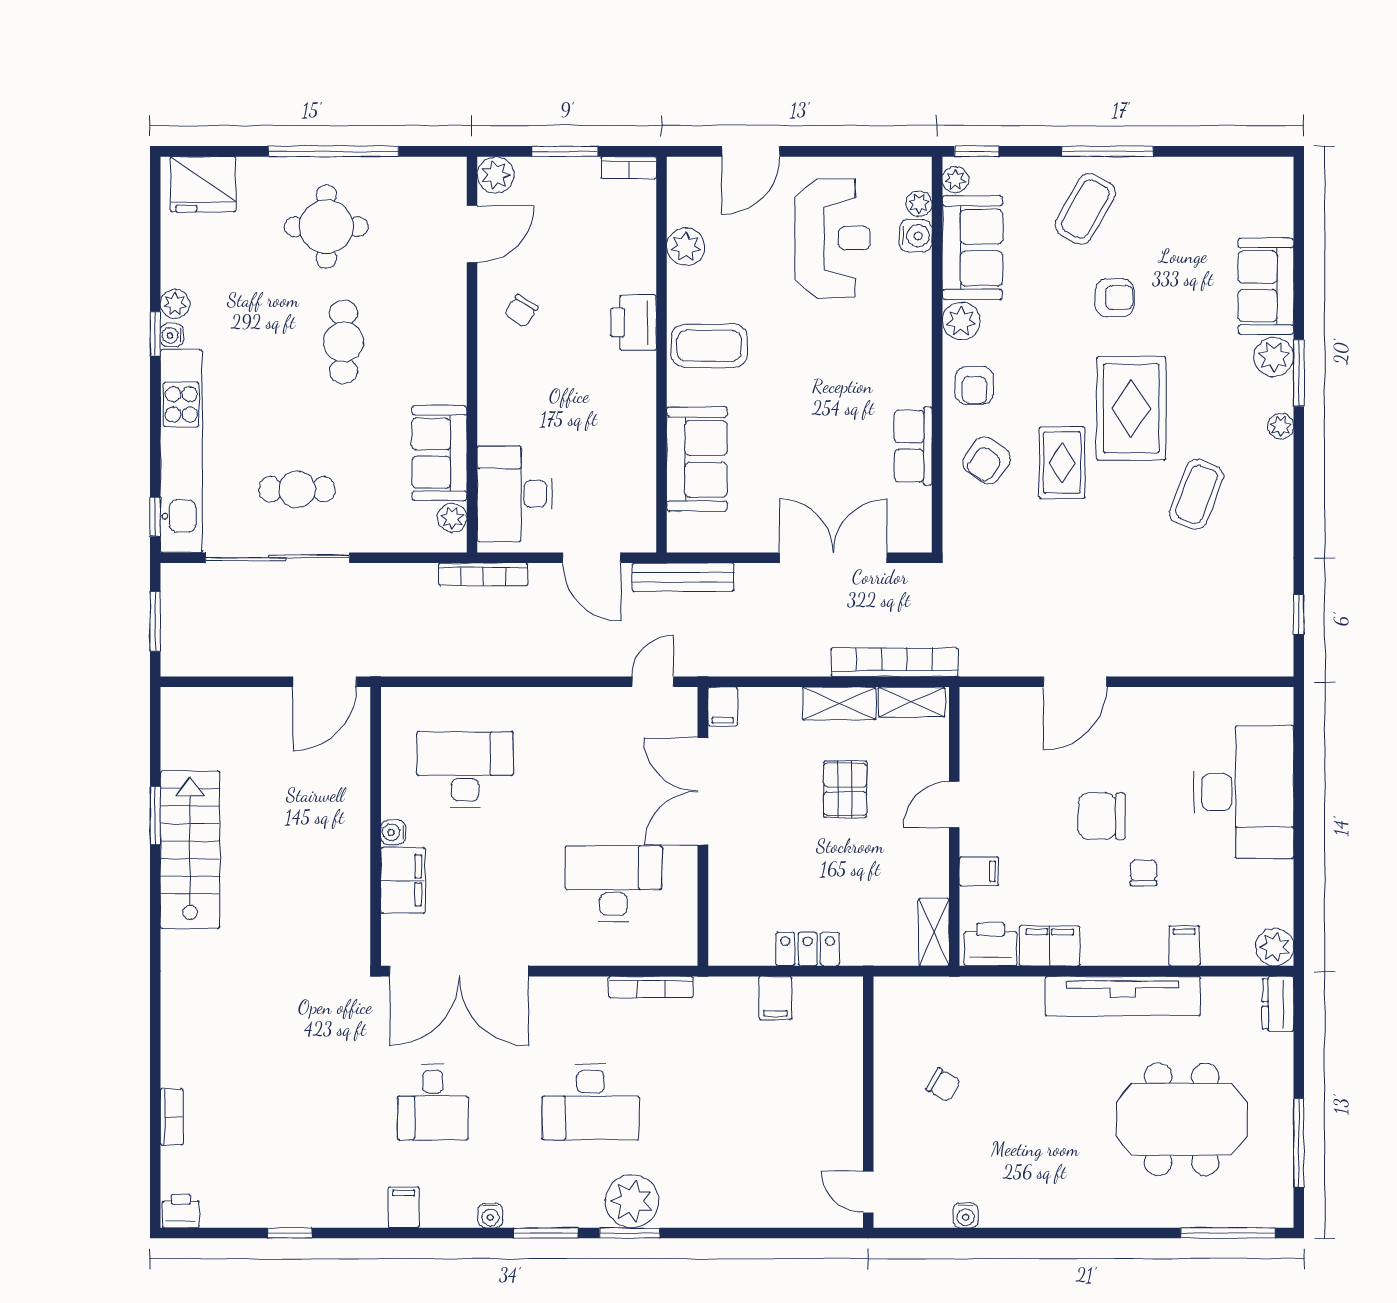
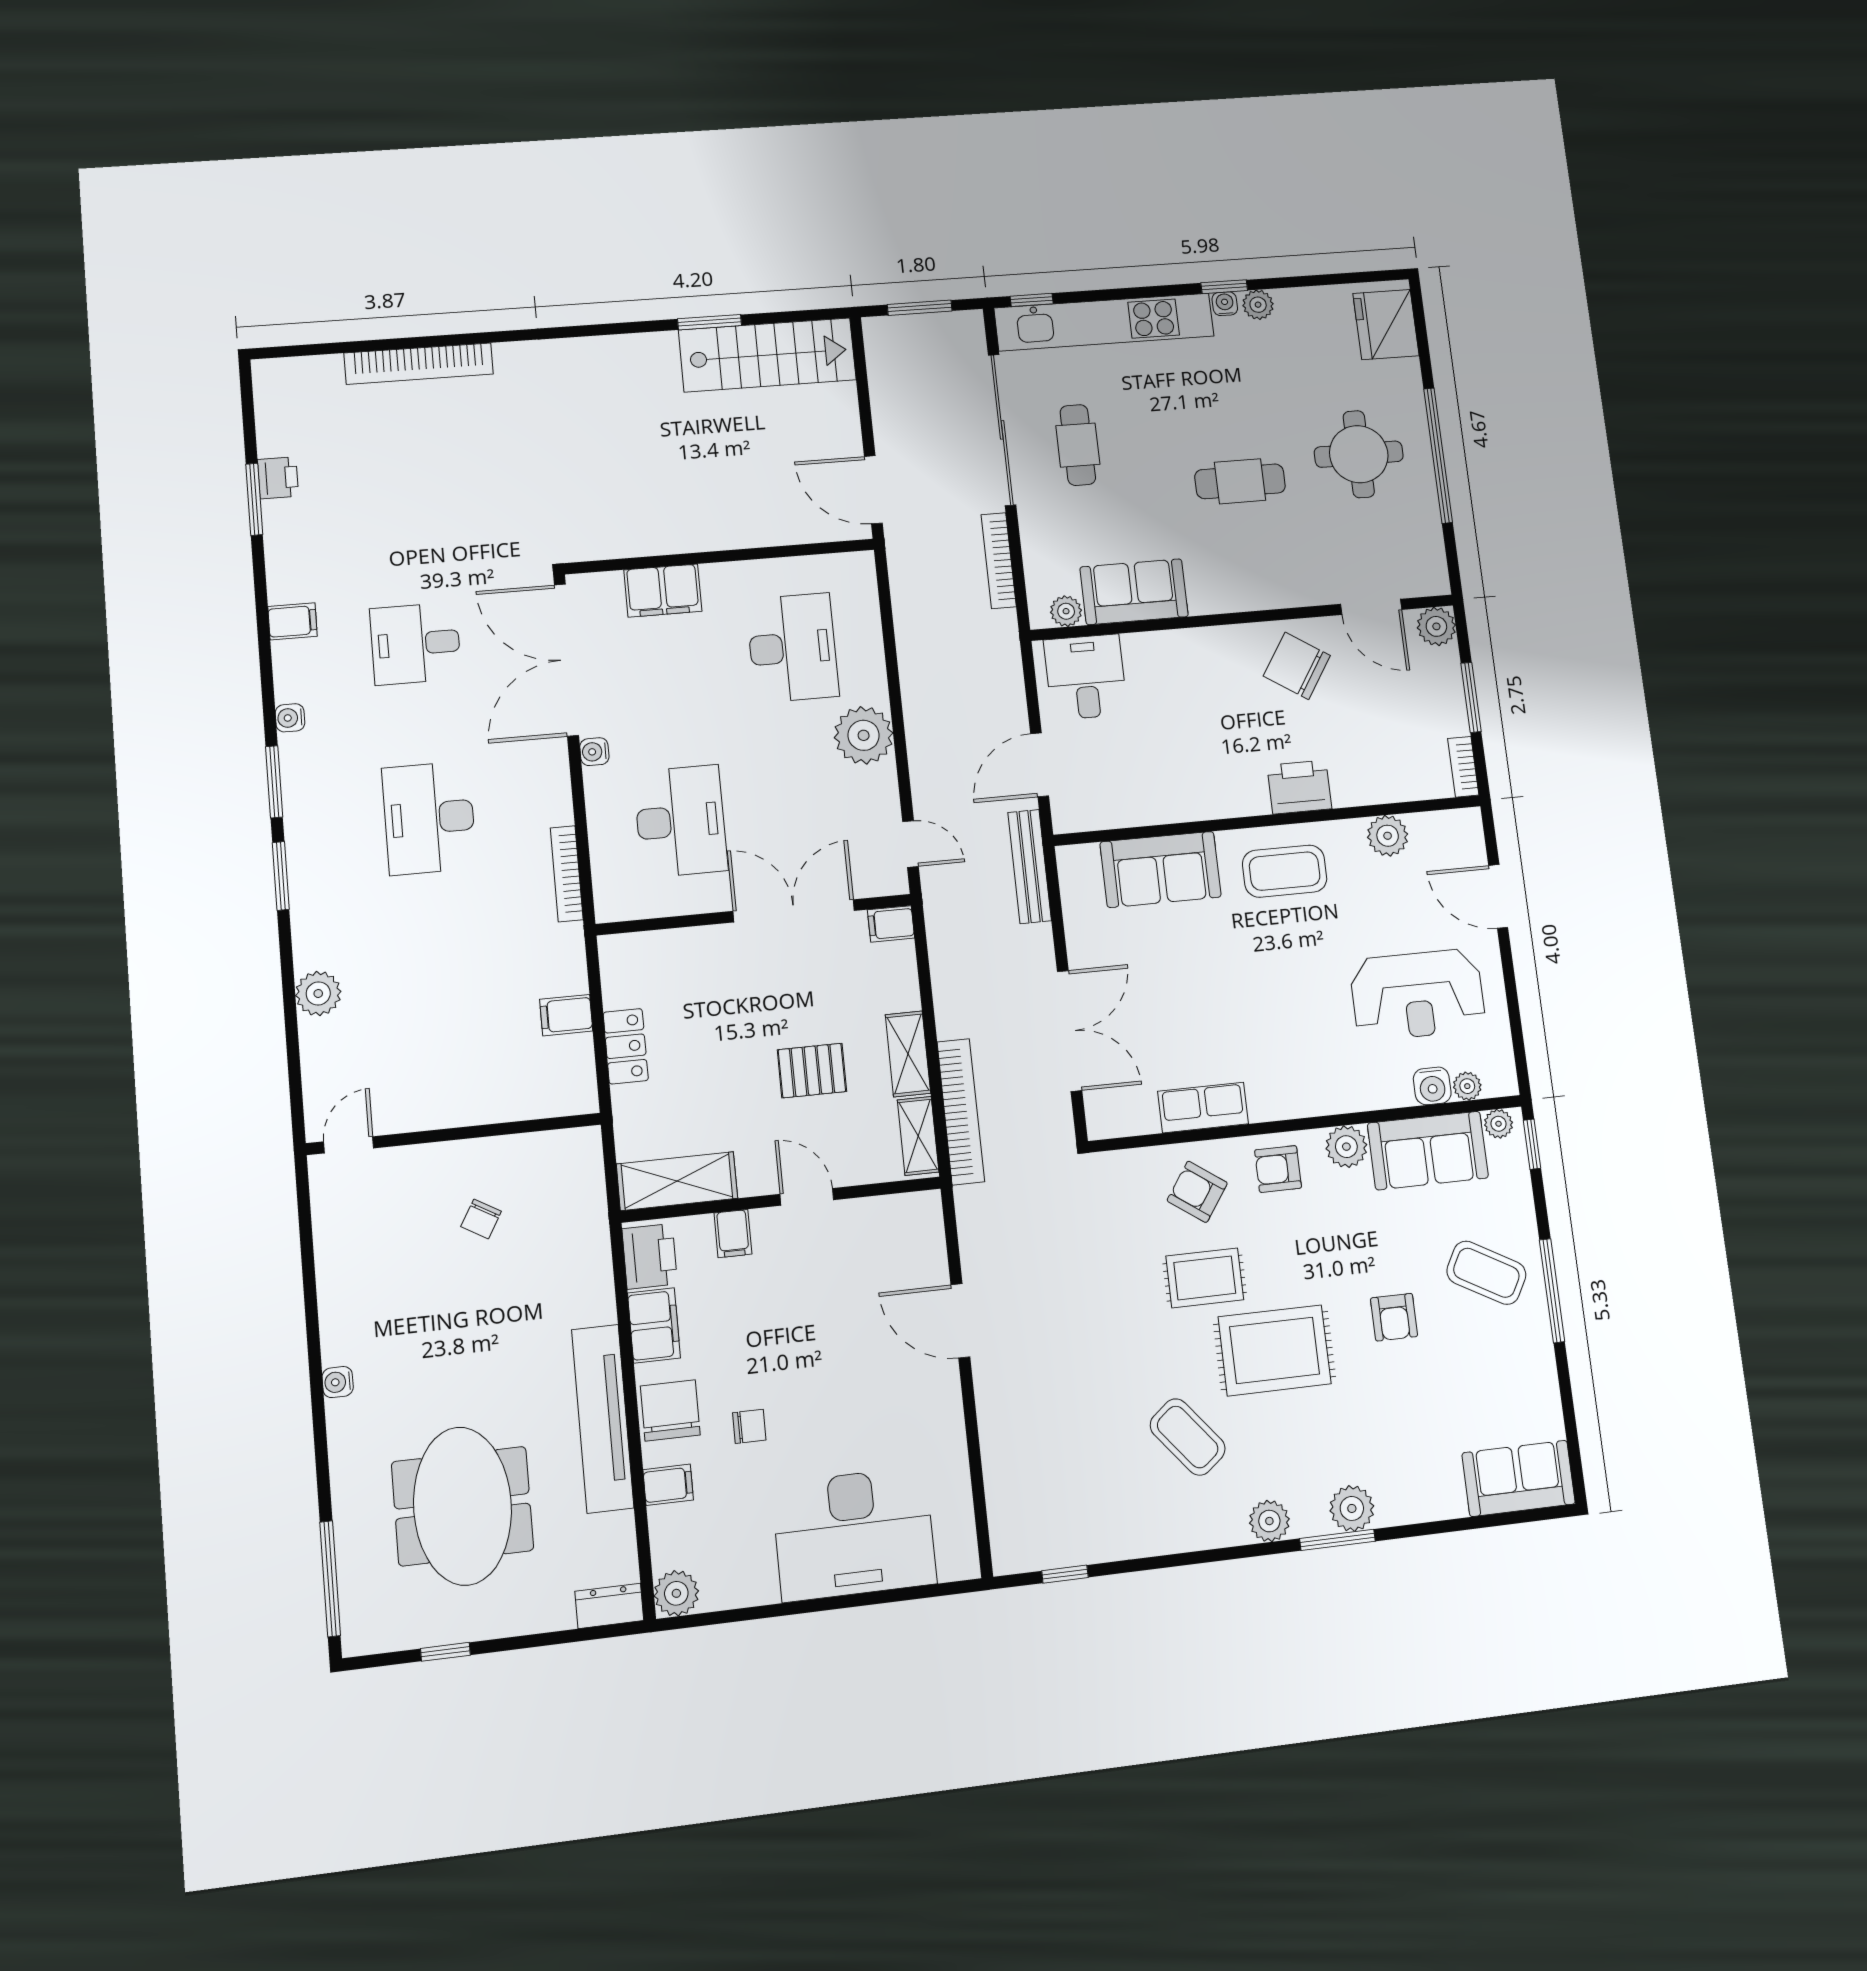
sofa: (1266, 286) -> (1519, 1478), moved
chair: (521, 311) -> (1297, 666), width x1.87, depth x1.87
coffee table: (709, 346) -> (1285, 871), turned 90
plant: (1281, 426) -> (1269, 1521), width x1.38, depth x1.38
desk: (515, 494) -> (1086, 677), width x0.73
coffee table: (1196, 494) -> (1188, 1437), turned 30
bookcase: (483, 574) -> (999, 561), moved
plant: (551, 714) -> (864, 735), added
chair: (1102, 816) -> (670, 1410), moved
water cooler: (393, 832) -> (594, 752), moved, turned -90
stairs: (190, 850) -> (767, 355), moved
shelving: (934, 932) -> (677, 1181), width x1.50, depth x1.33
bookcase: (172, 1117) -> (419, 364), width x2.31, depth x1.31
window: (1299, 1143) -> (445, 1652), width x0.46
plant: (632, 1201) -> (318, 993), moved, width x0.73, depth x0.73
printer: (181, 1211) -> (278, 478), moved
water cooler: (966, 1215) -> (338, 1382), moved
window: (290, 1233) -> (254, 499), width x1.50

